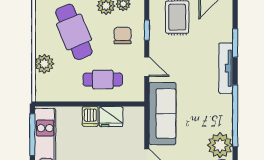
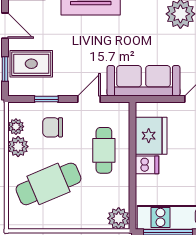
plant: (44, 64) -> (119, 218), moved
fridge: (111, 117) -> (151, 136), width x1.36, depth x1.34

